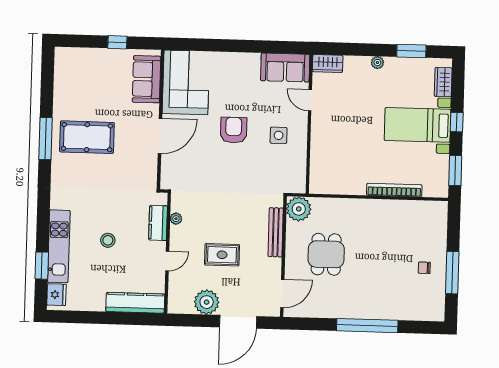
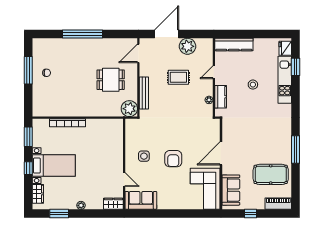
piano: (74, 56) -> (278, 204), added
pool table: (87, 137) -> (271, 174), moved
dining table: (326, 254) -> (111, 80), turned 90

